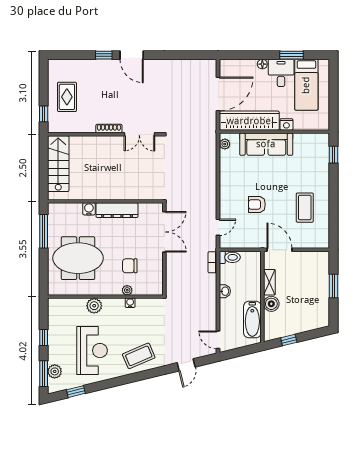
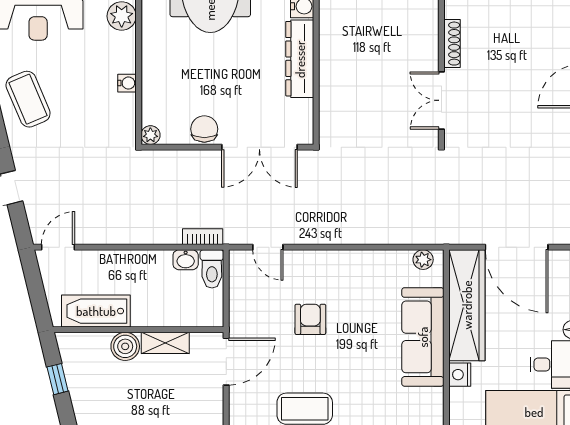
chair: (130, 266) -> (204, 129), moved
plant: (127, 290) -> (150, 135), moved
washbasin: (225, 291) -> (186, 260), moved

